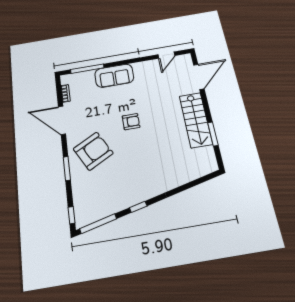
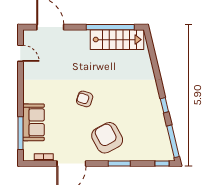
sofa: (114, 76) -> (33, 122), moved
stairs: (196, 120) -> (117, 40), moved
armchair: (131, 122) -> (85, 99), turned -72
window: (213, 134) -> (110, 27), width x2.11

